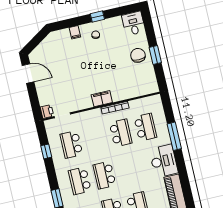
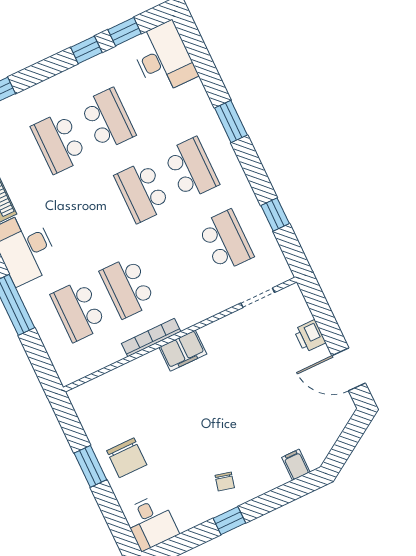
filing cabinet: (75, 32) -> (296, 465), moved
printer: (47, 112) -> (310, 336), moved
school desk: (104, 175) -> (142, 192), turned 180

